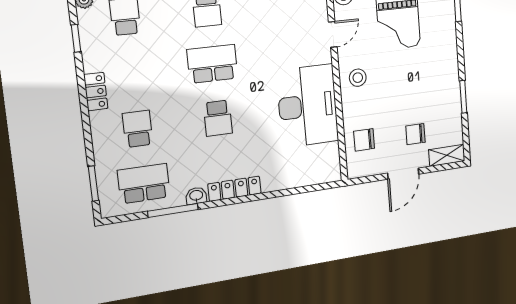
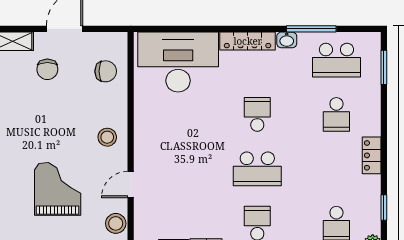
desk: (308, 106) -> (178, 62), moved, turned 90
chair: (415, 134) -> (47, 69), turned 90

